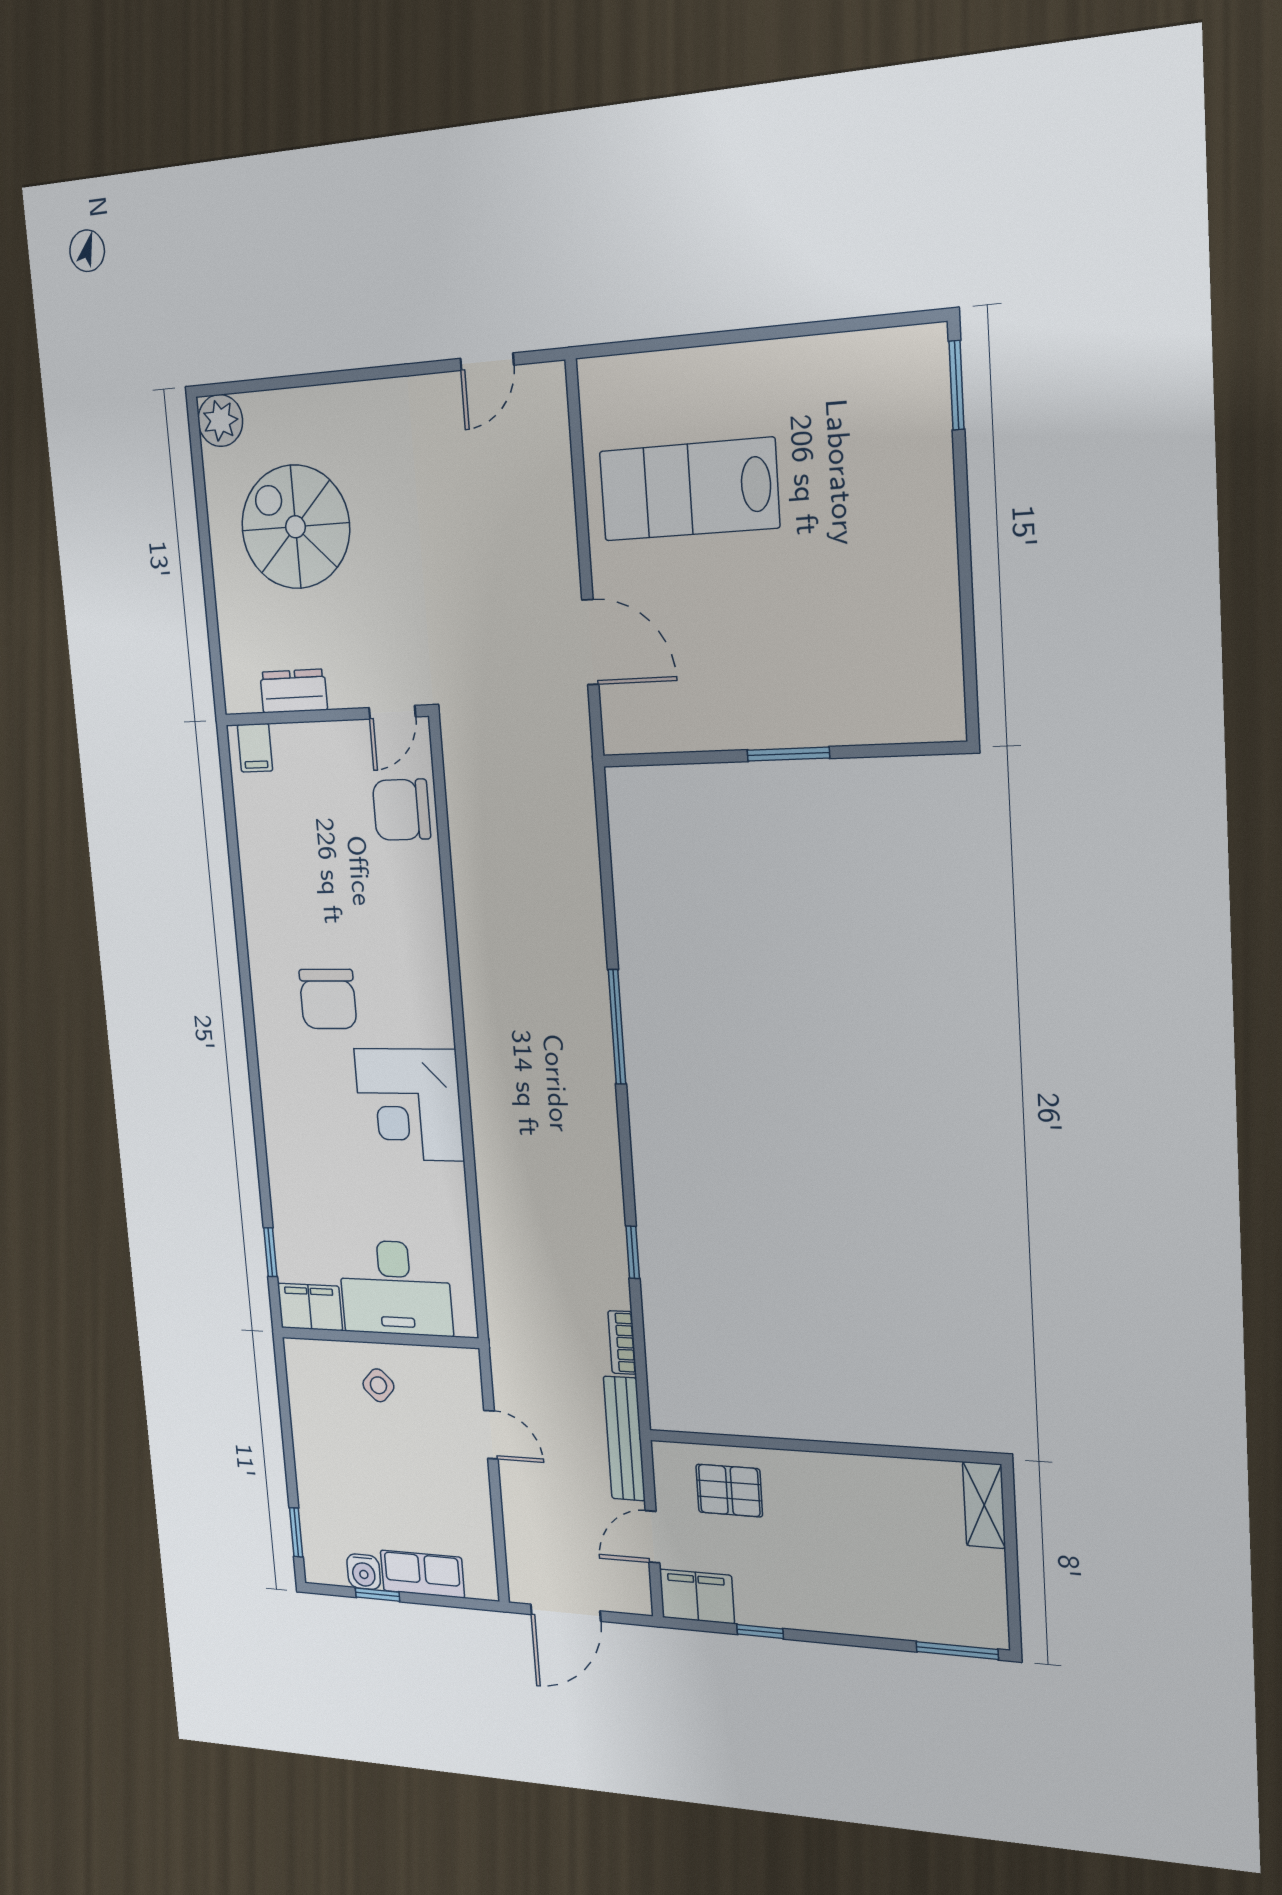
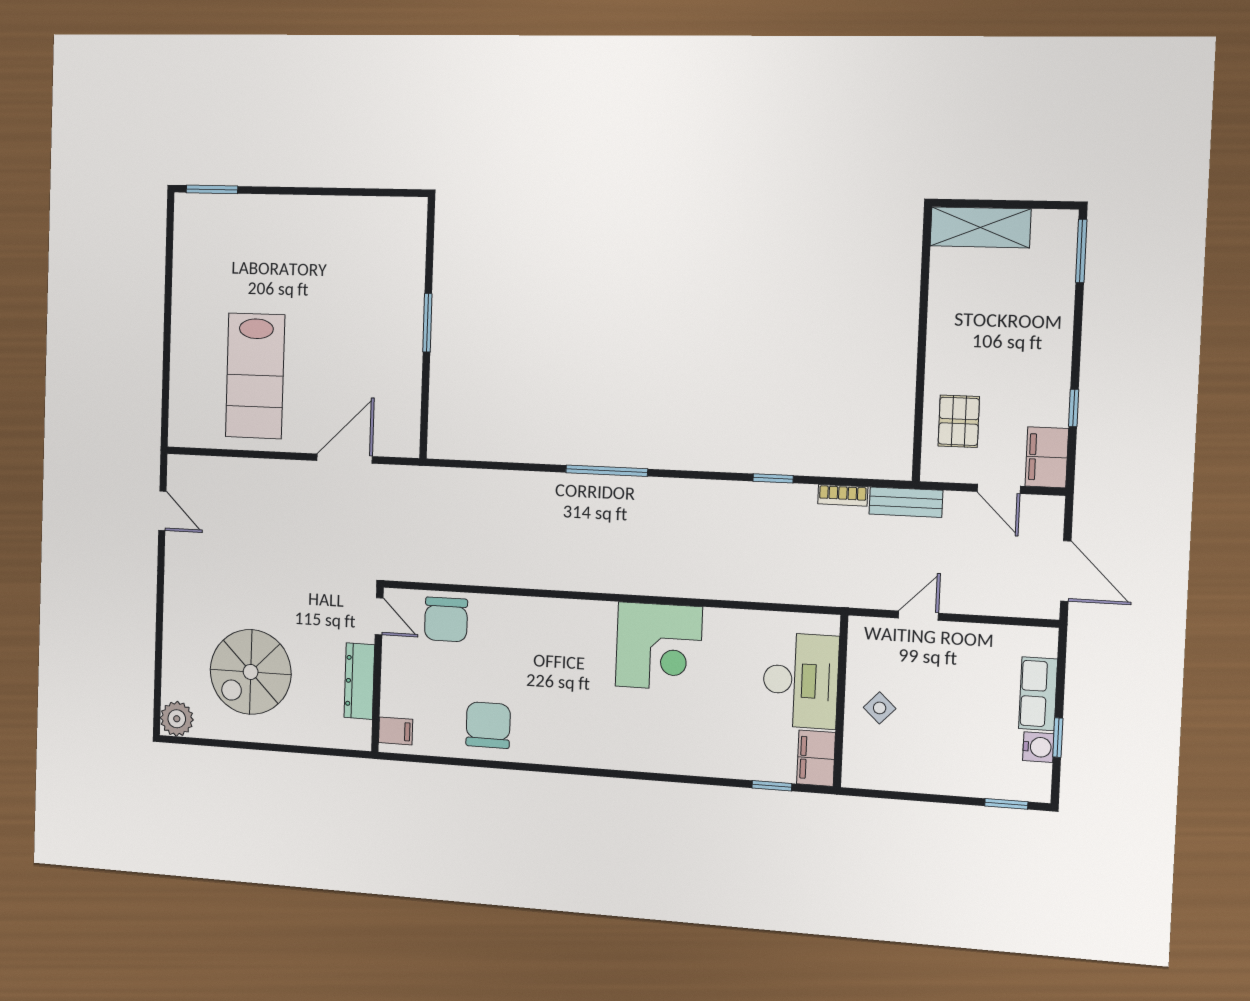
dresser: (294, 691) -> (359, 681), width x1.44
chair: (328, 999) -> (488, 725), moved, turned -90
bench: (624, 1439) -> (906, 502), width x0.73
shelving: (984, 1505) -> (980, 227), width x1.50, depth x1.33

